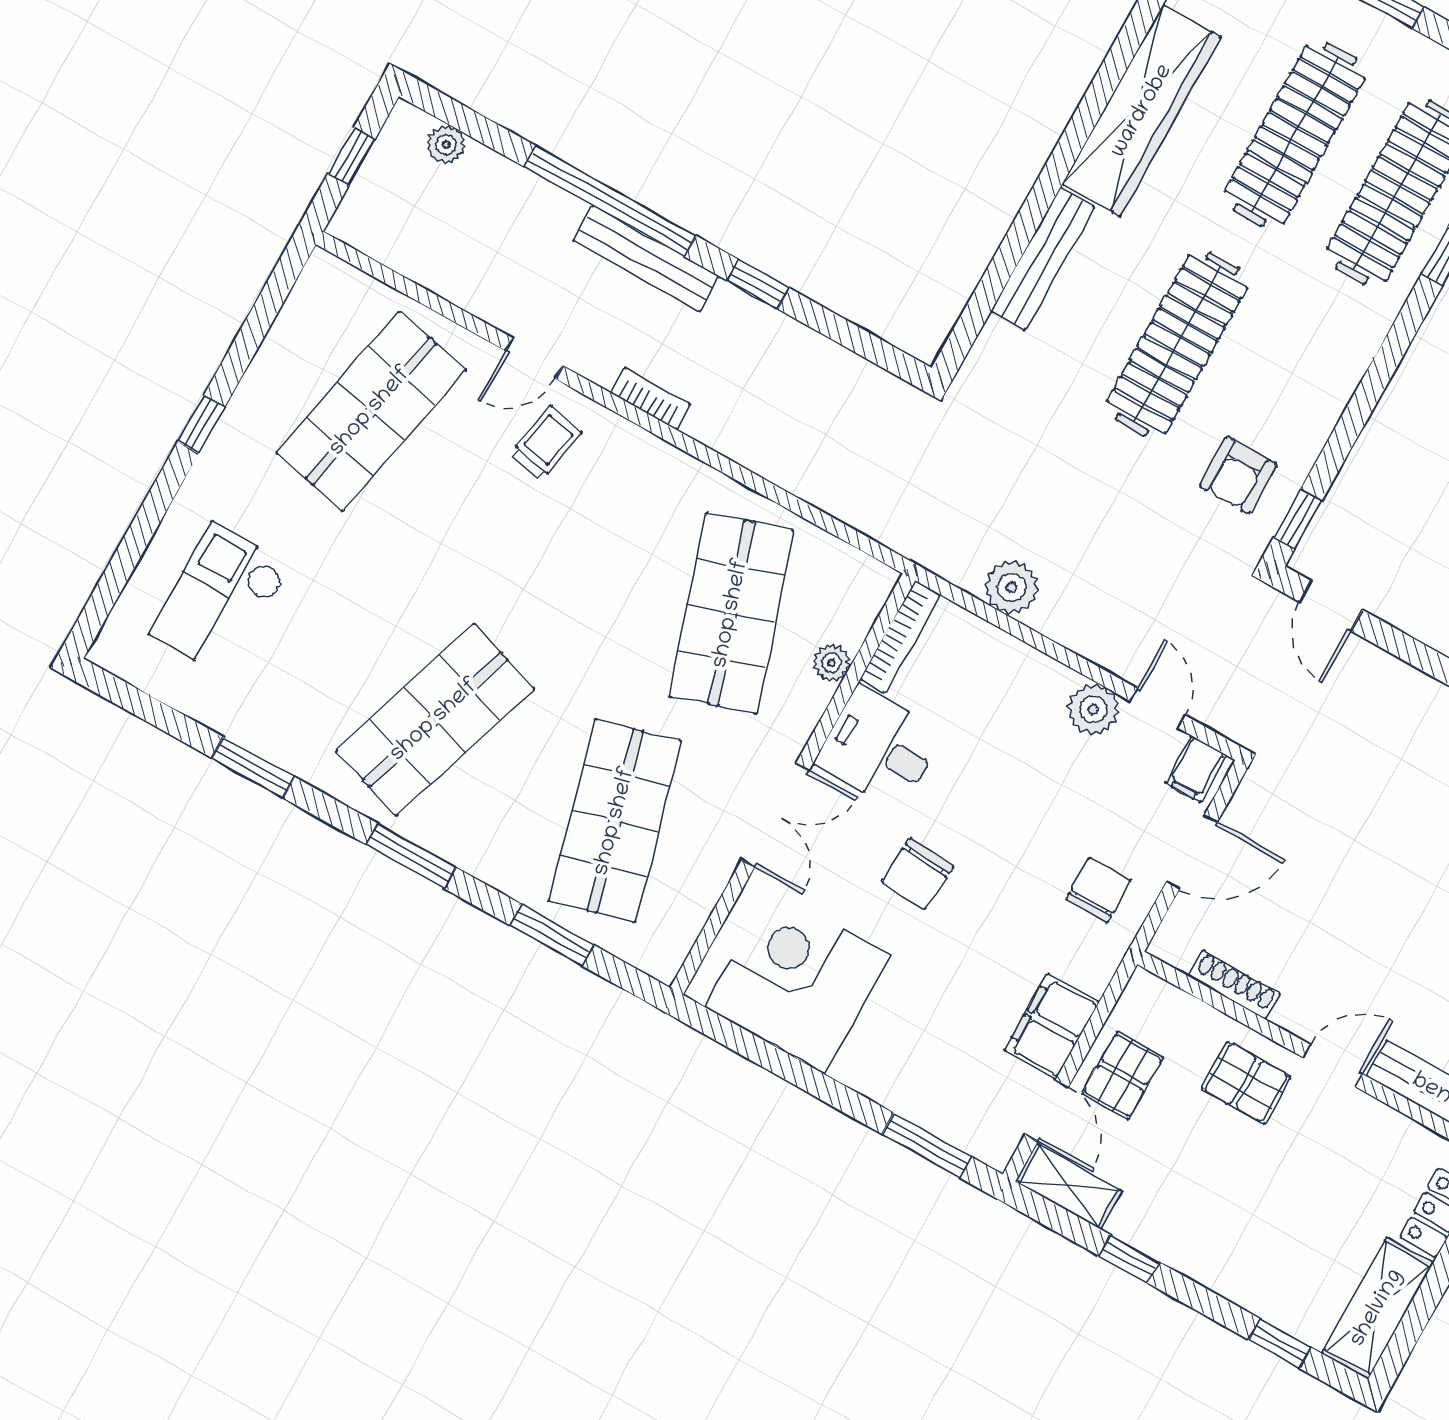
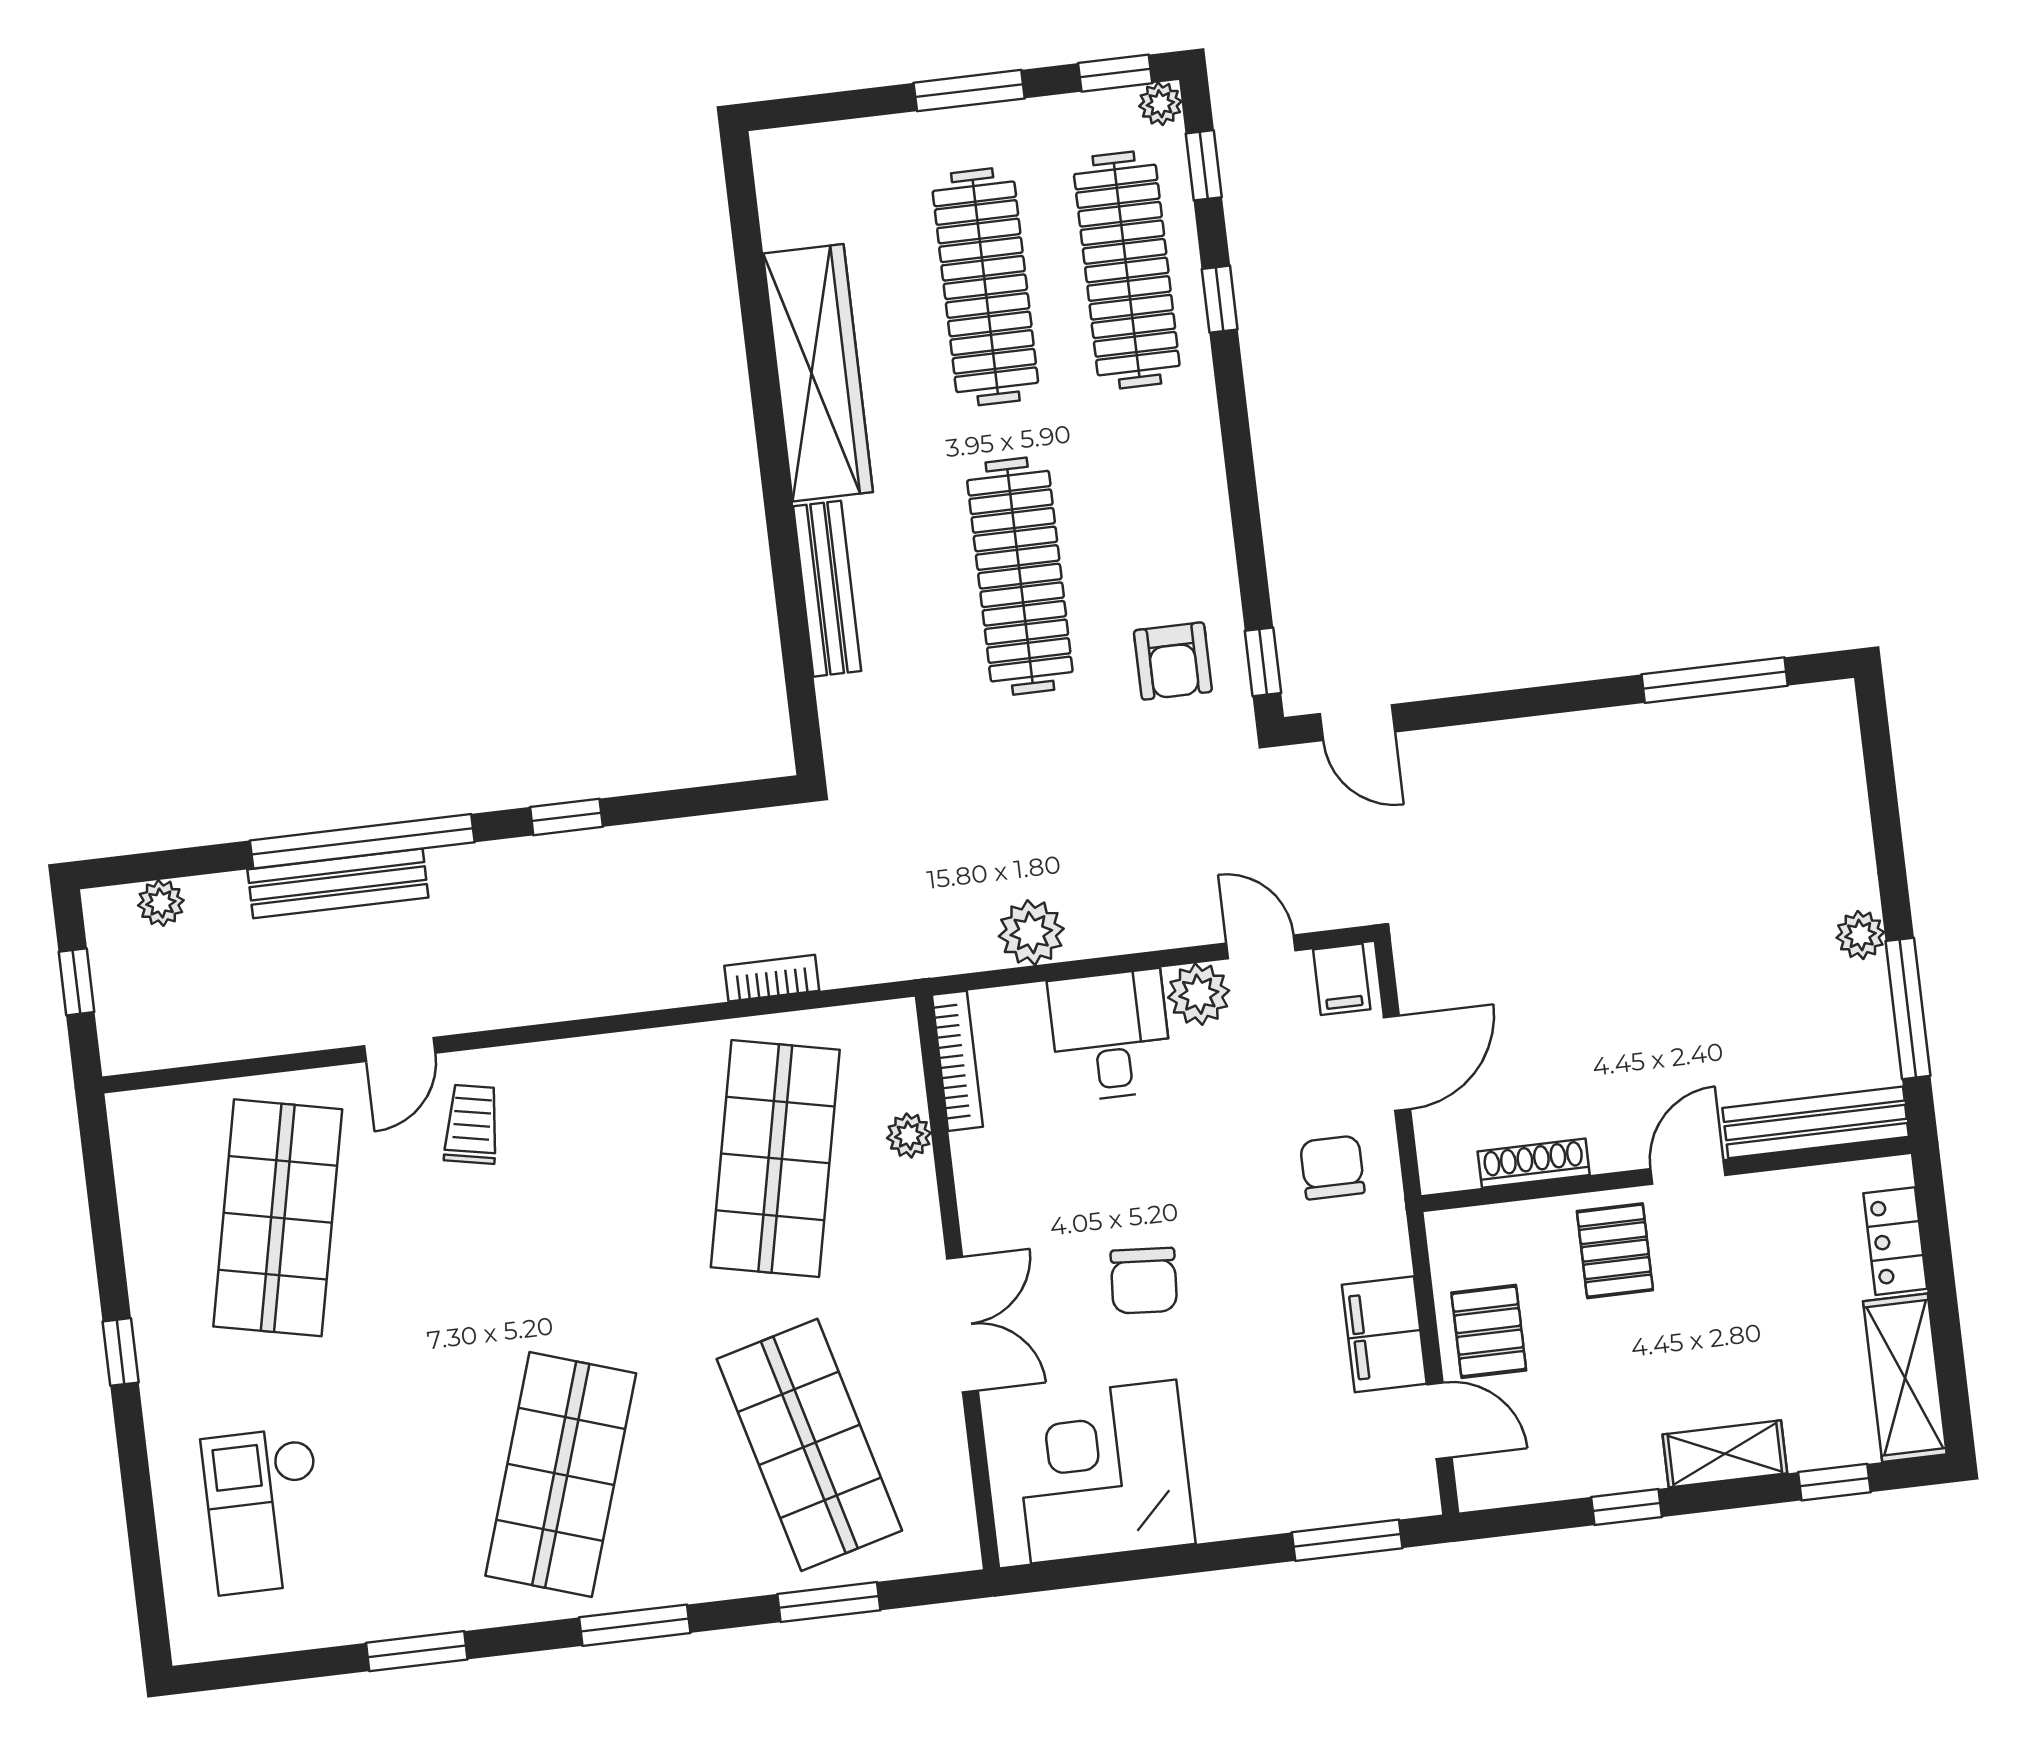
bench: (646, 258) -> (338, 883), moved
bookcase: (651, 398) -> (772, 978), moved
shop shelf: (731, 613) -> (775, 1159), turned 30
desk: (879, 748) -> (1110, 1035), moved, turned 90
pallet: (1246, 1083) -> (1615, 1251), turned 90
shelving: (1069, 1186) -> (1725, 1454), moved

